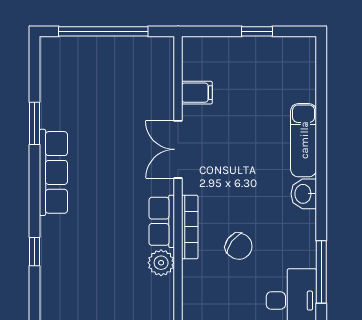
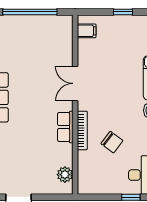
filing cabinet: (197, 93) -> (87, 31), moved
plant: (161, 263) -> (65, 175), moved

